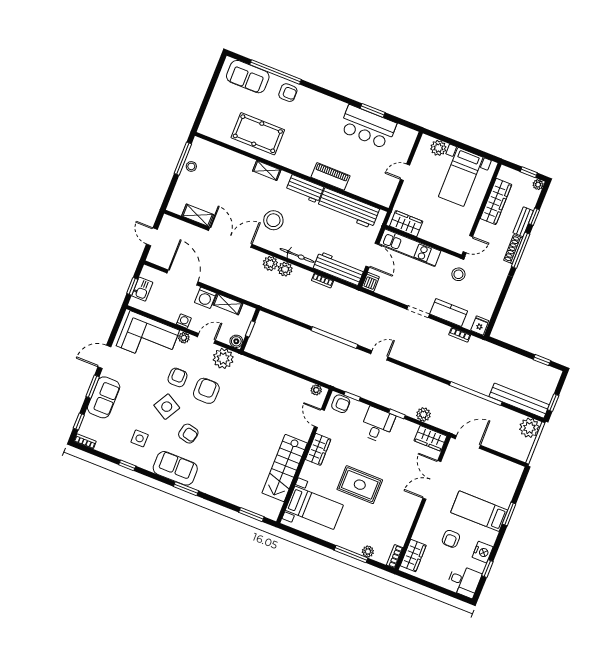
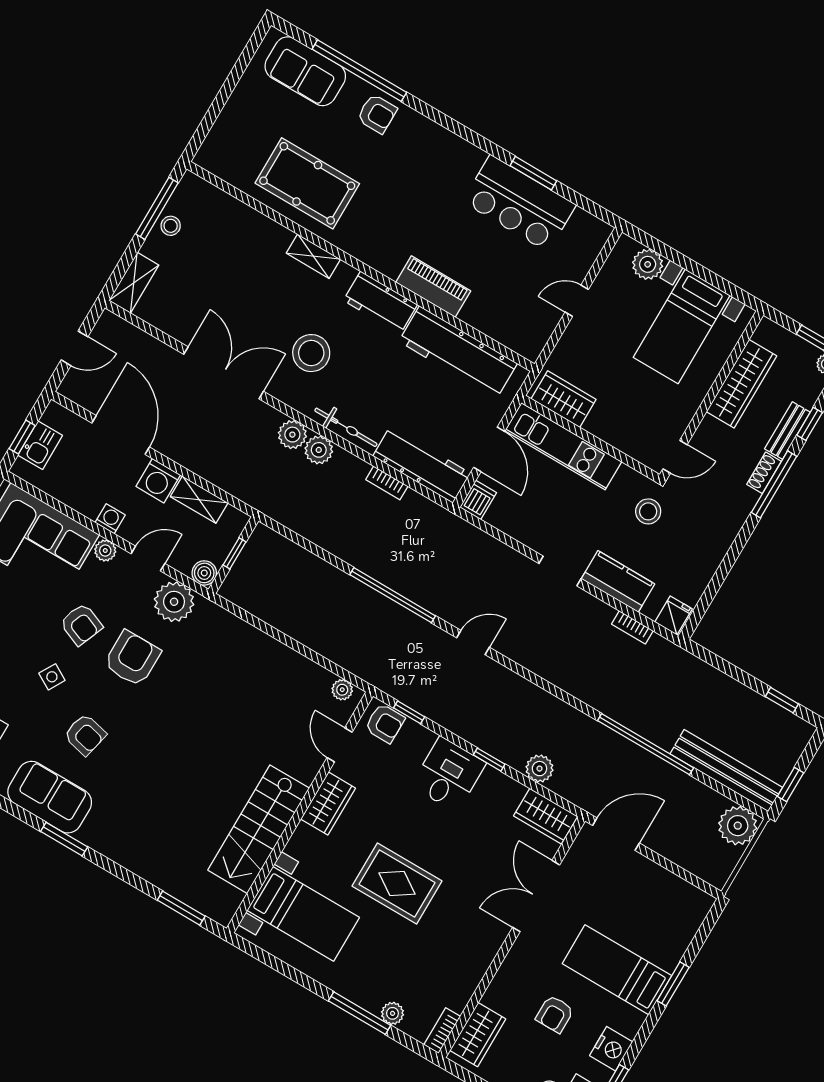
shelving: (198, 215) -> (134, 283), moved, turned 90
door: (152, 237) -> (74, 348), swing flipped
shoe rack: (513, 249) -> (764, 473), width x0.70
armchair: (178, 377) -> (81, 624), turned 112
side table: (167, 407) -> (52, 677), width x0.54, depth x0.54

